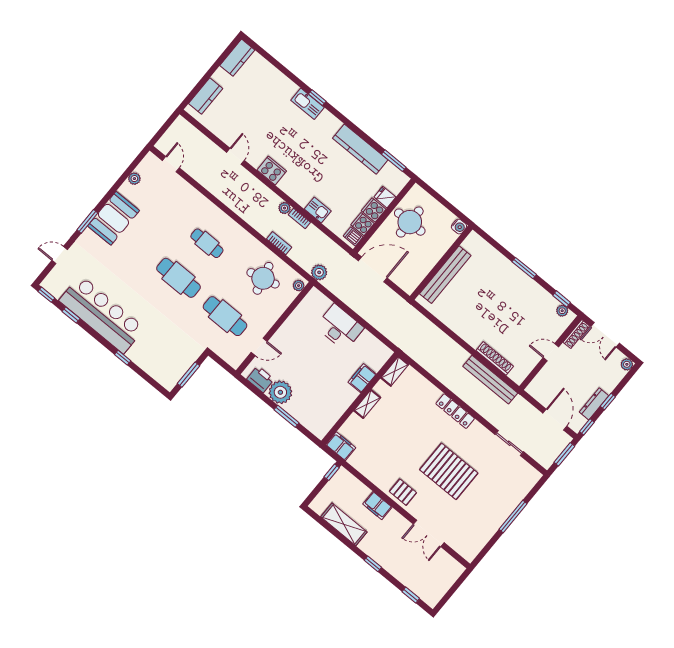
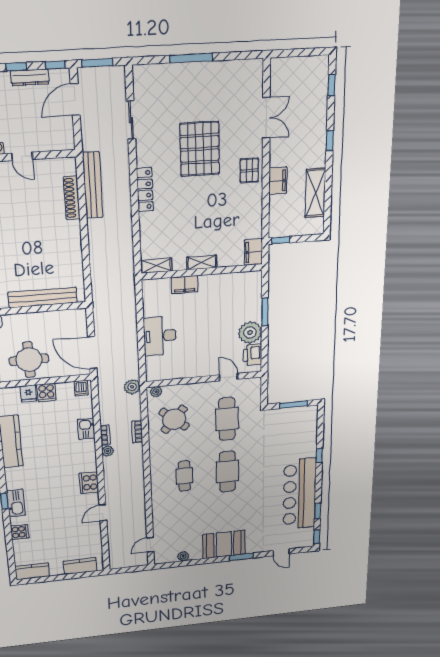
cooker: (363, 224) -> (20, 532), moved, turned -90
round table: (263, 278) -> (174, 419), turned -36

